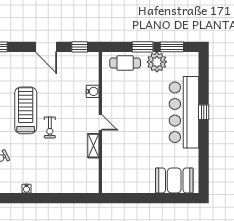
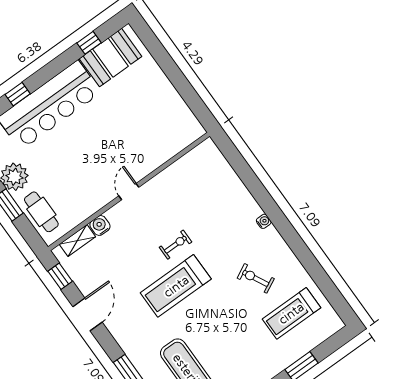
window: (204, 112) -> (18, 94), moved
shelving: (93, 146) -> (77, 240), moved
window: (204, 162) -> (89, 43), added
booth: (174, 180) -> (111, 58), moved, turned 90

